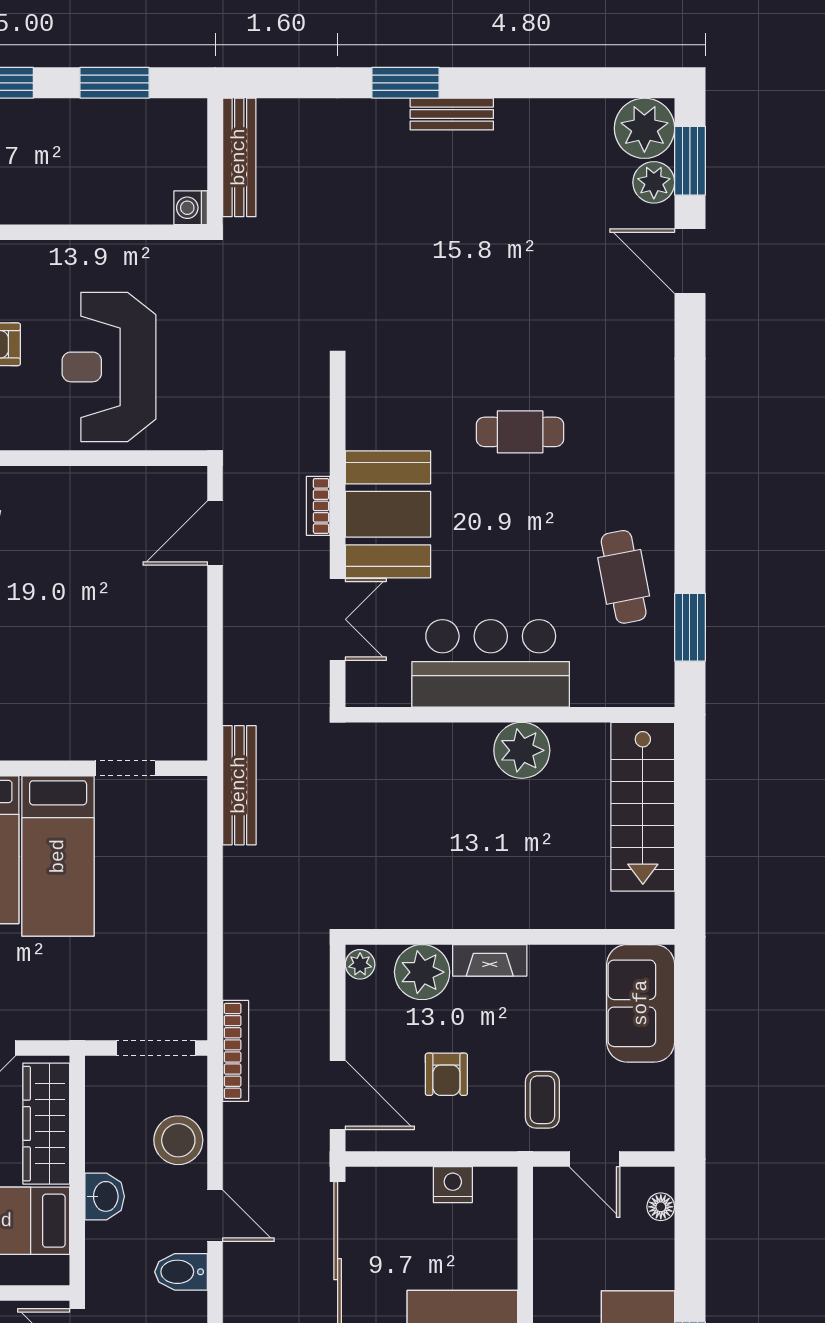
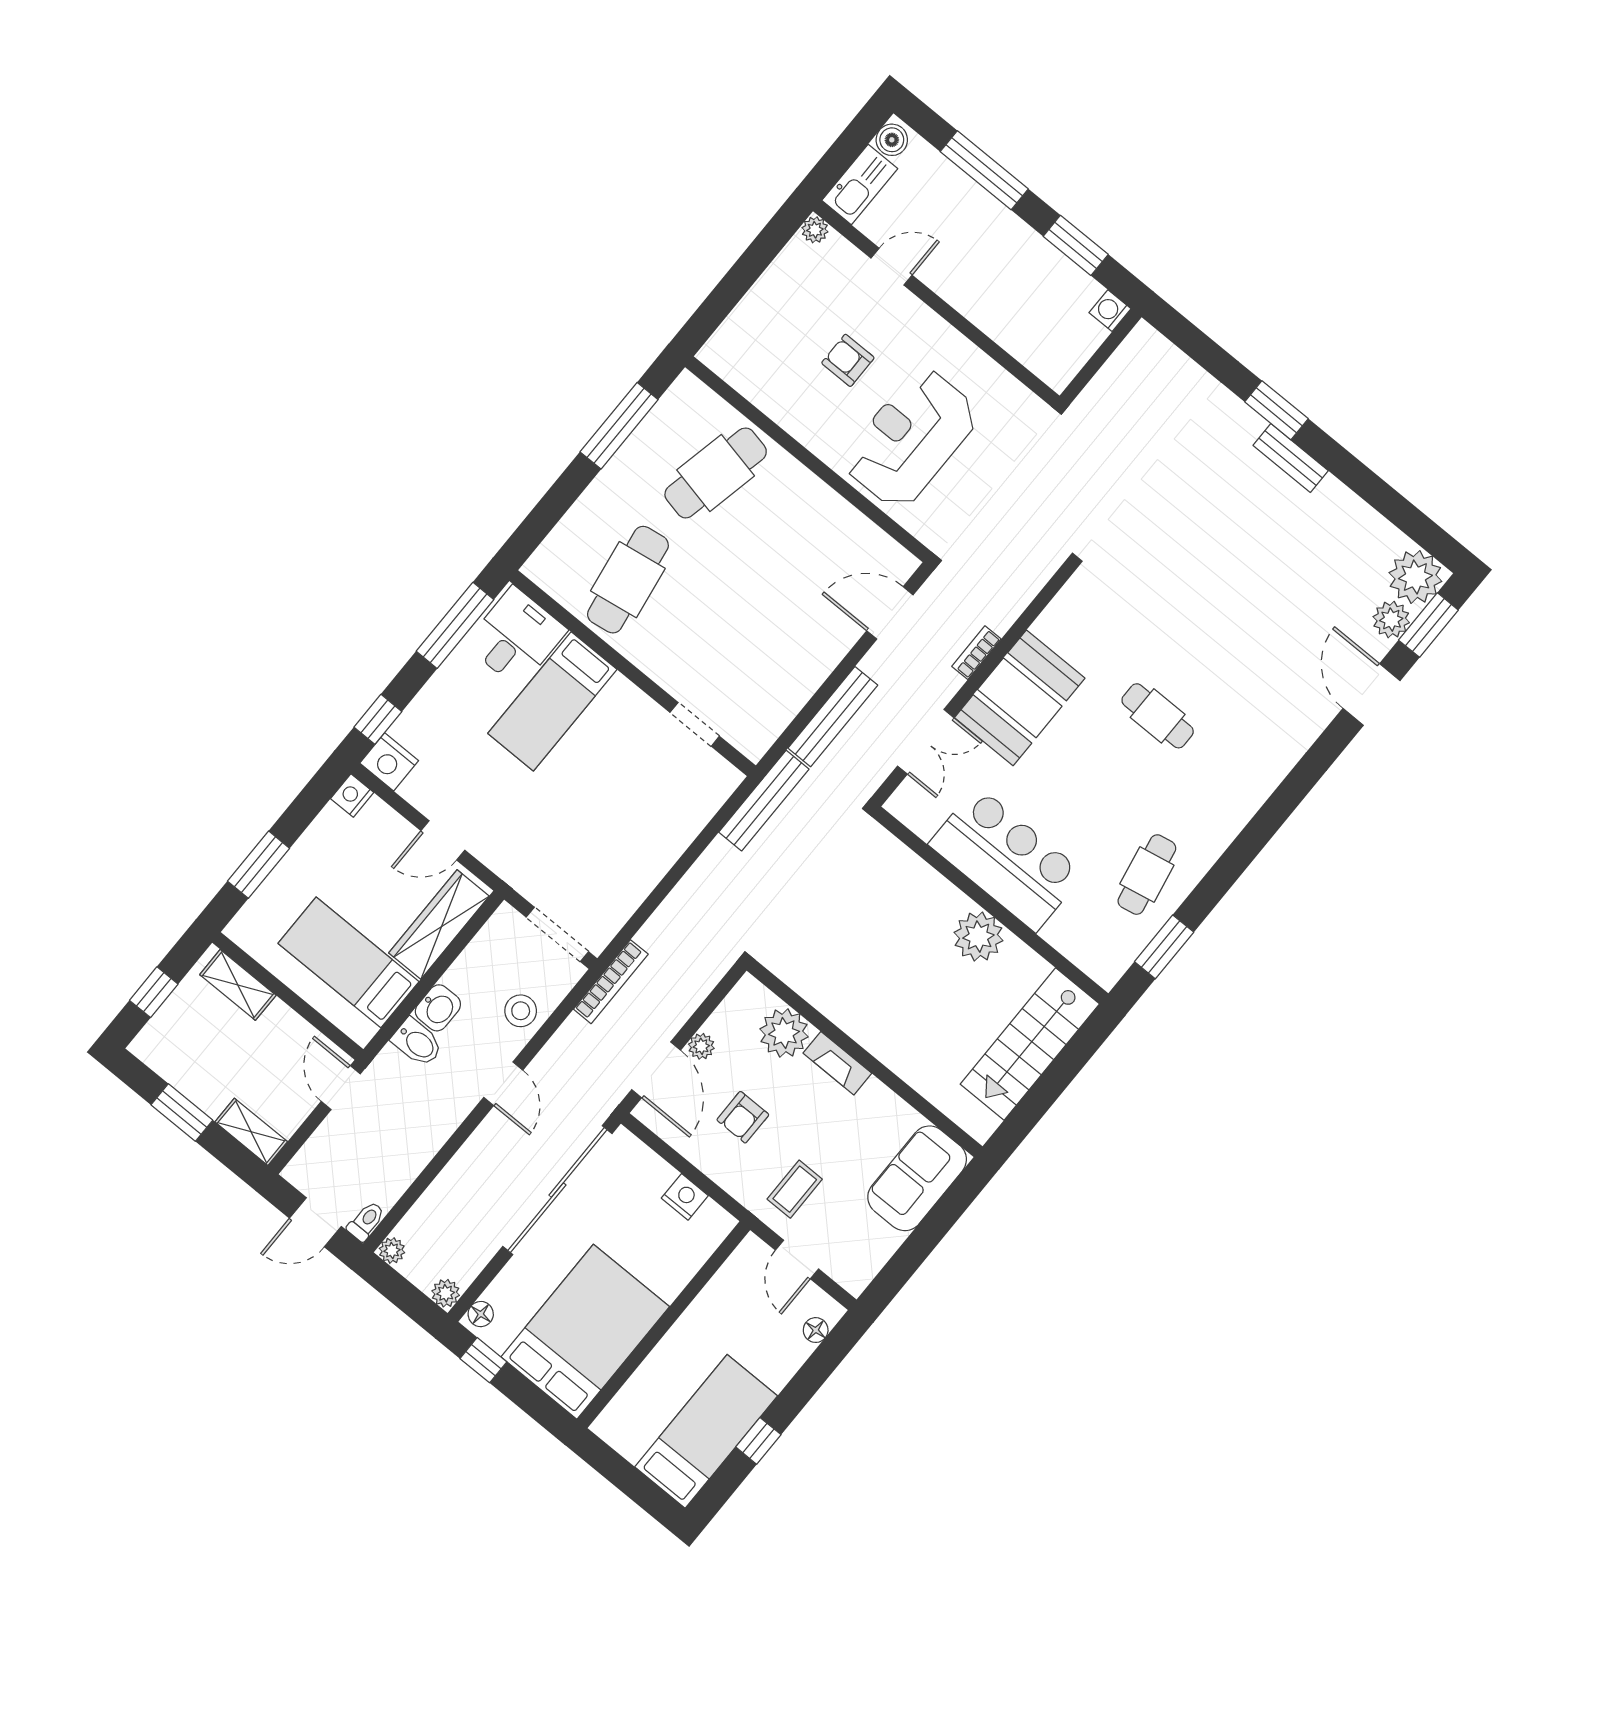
bench: (239, 157) -> (833, 717), moved
washing machine: (191, 208) -> (1110, 311), moved
bed: (58, 856) -> (599, 747), removed
plant: (360, 964) -> (701, 1046), moved
stool: (178, 1140) -> (521, 1011), width x0.73, depth x0.73
bidet: (181, 1272) -> (417, 1042), moved, turned 180

